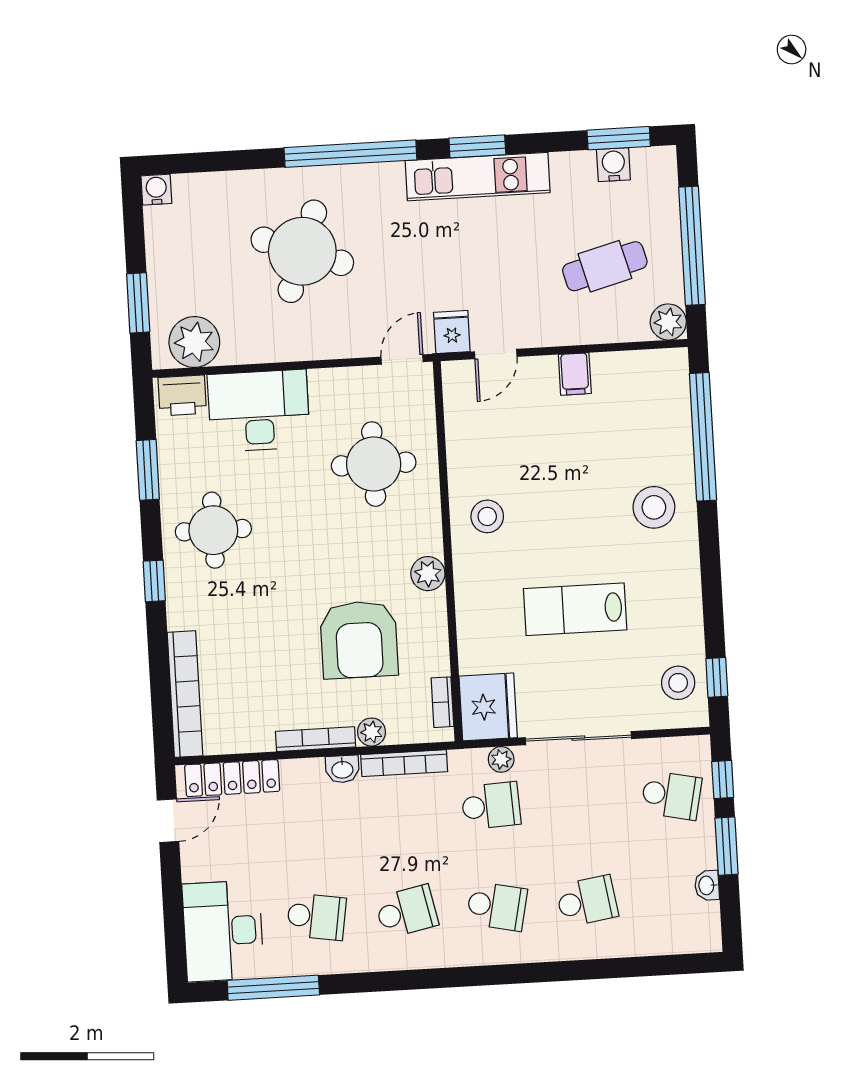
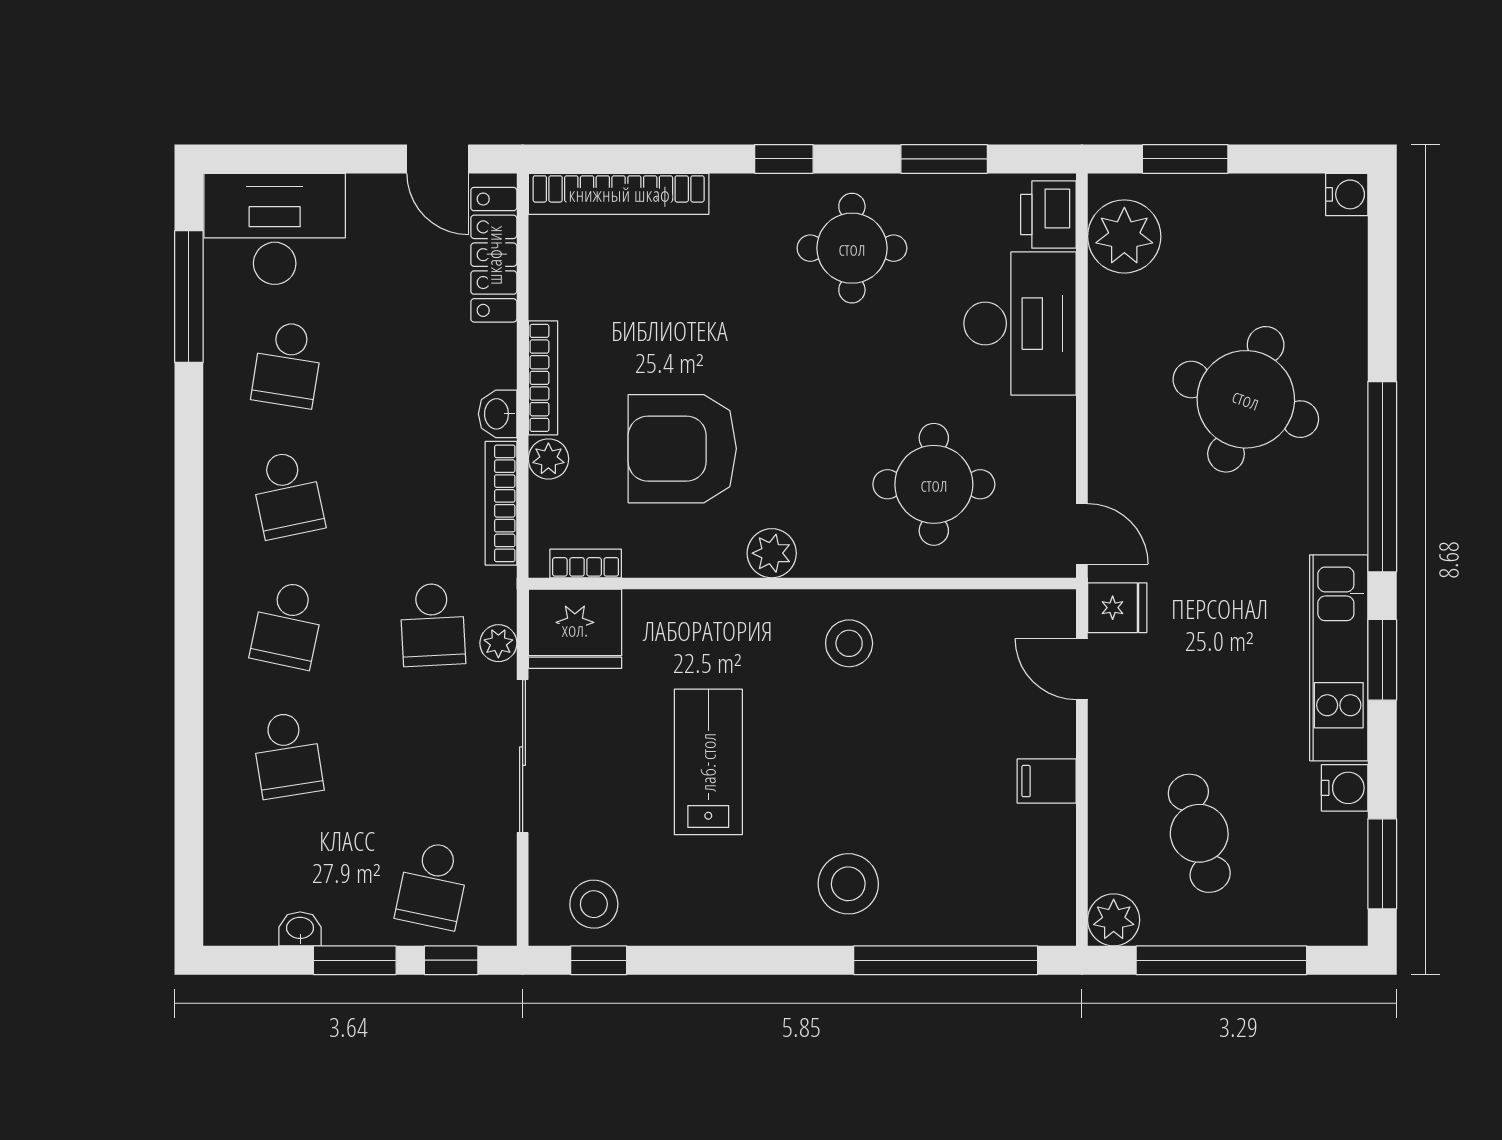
water cooler: (613, 165) -> (1345, 788), moved

